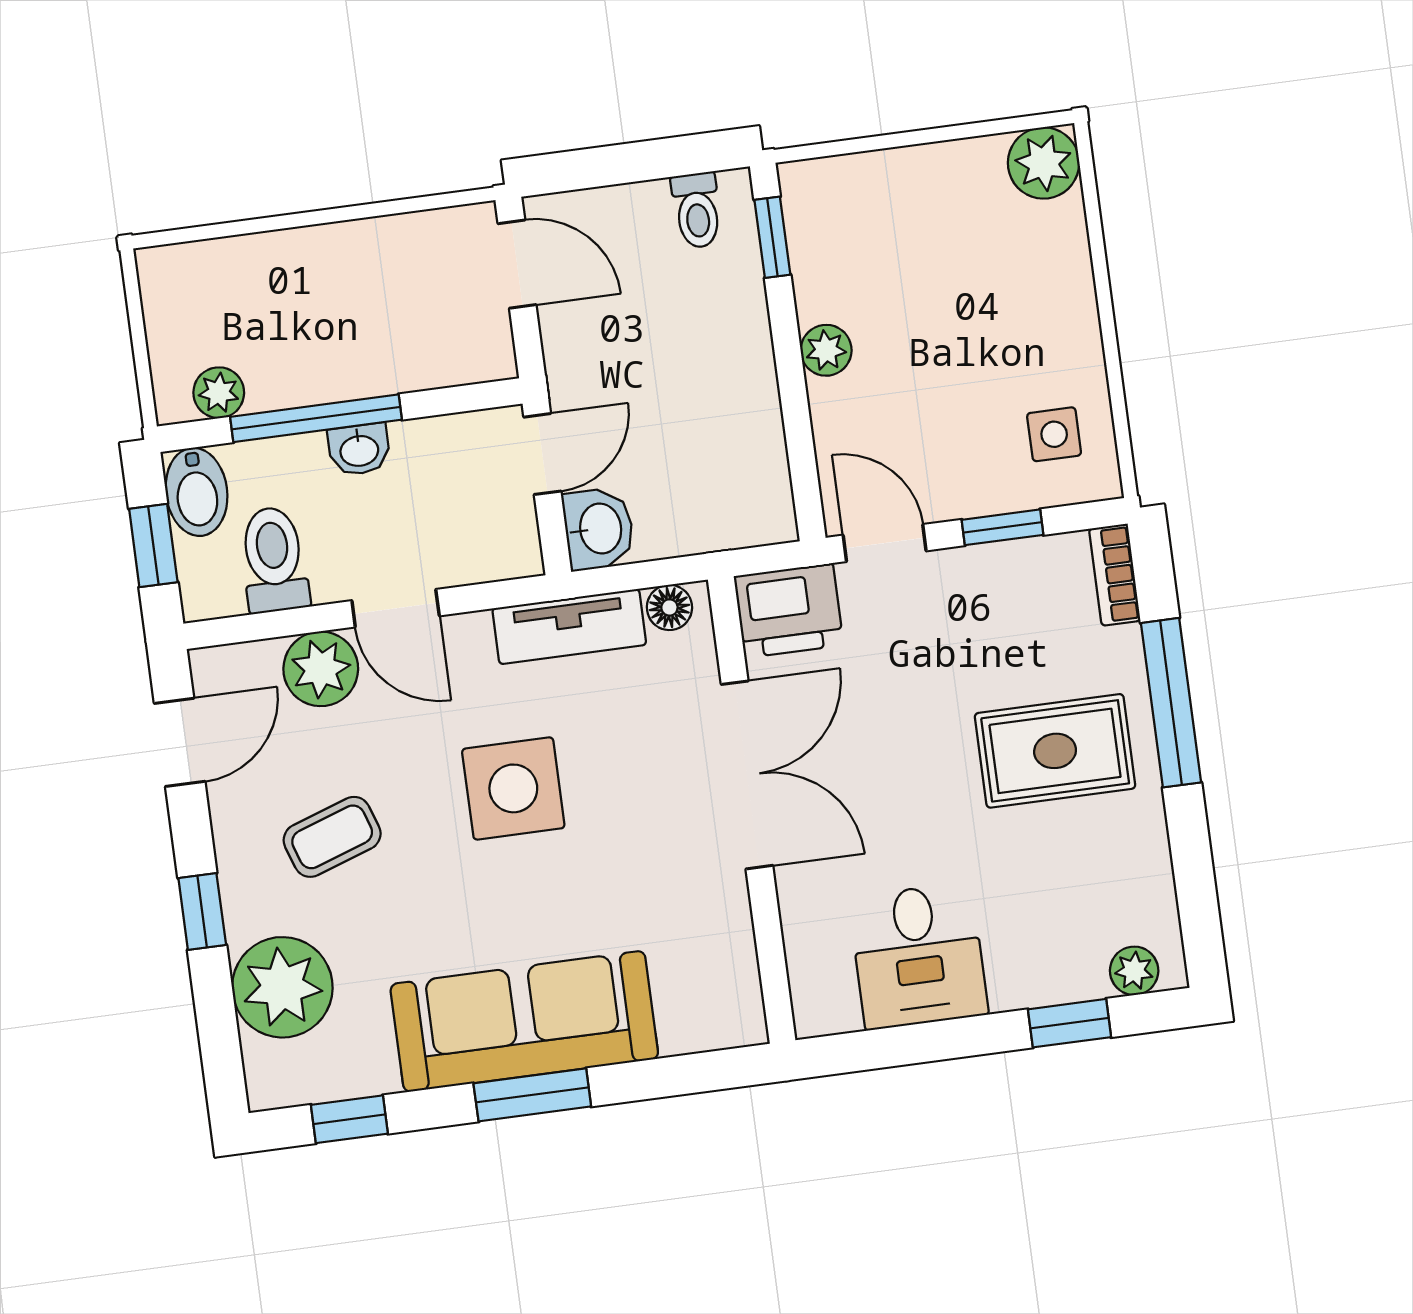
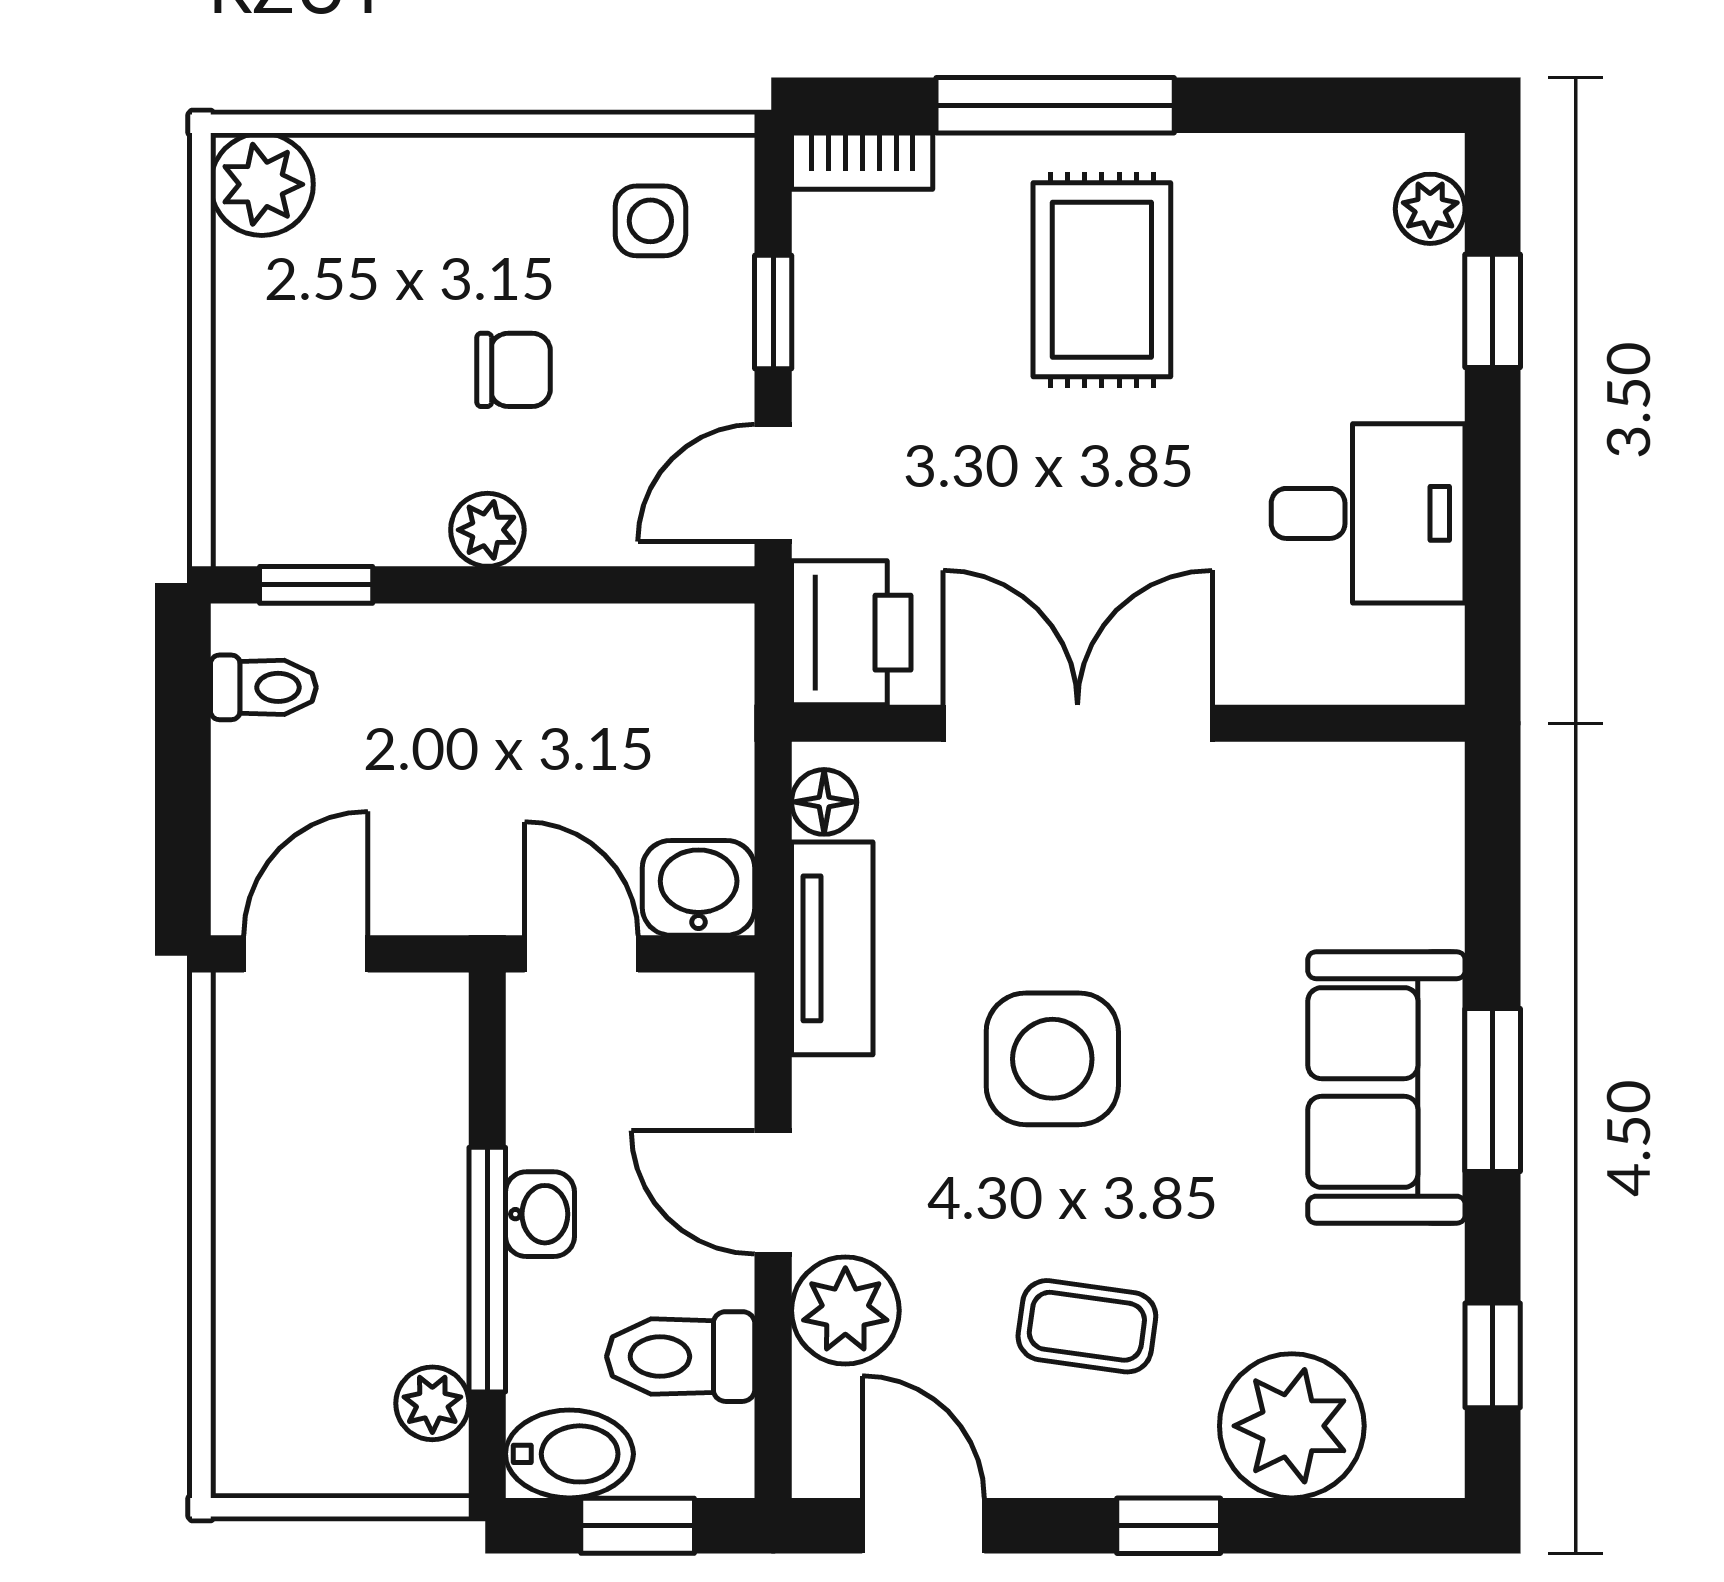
chair: (939, 354) -> (514, 370), added
door: (396, 608) -> (773, 1192), swing flipped
coffee table: (332, 837) -> (1087, 1326), turned -63
sofa: (524, 1021) -> (1386, 1087), width x0.73

